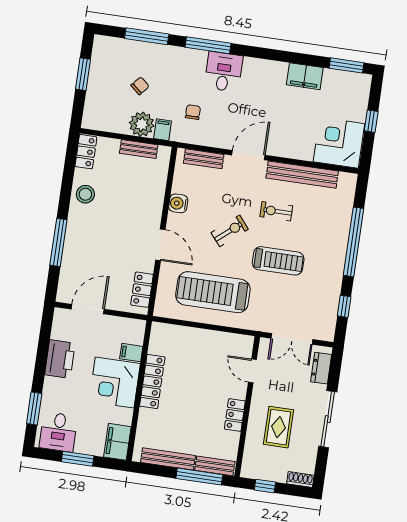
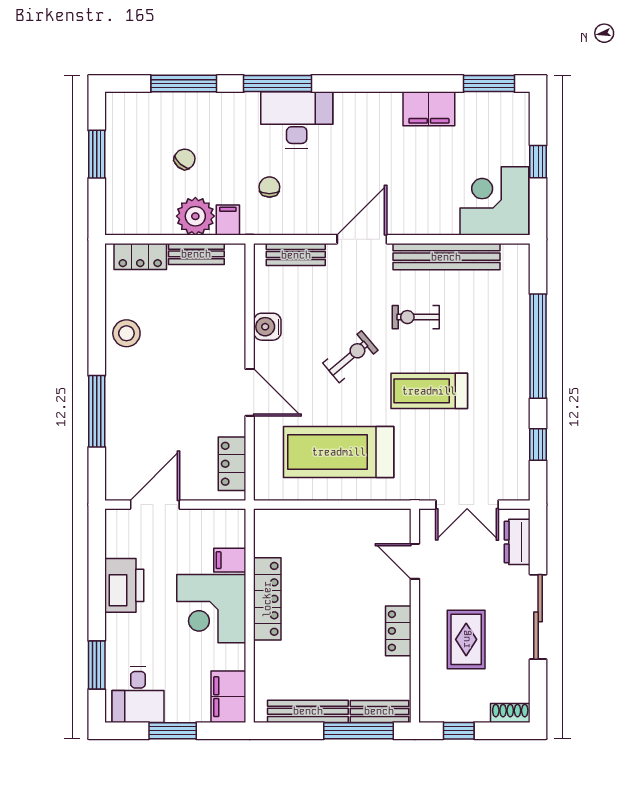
desk: (224, 72) -> (297, 120), width x1.37
locker: (86, 152) -> (140, 257), moved, turned 90
treadmill: (278, 261) -> (429, 391), turned 180

